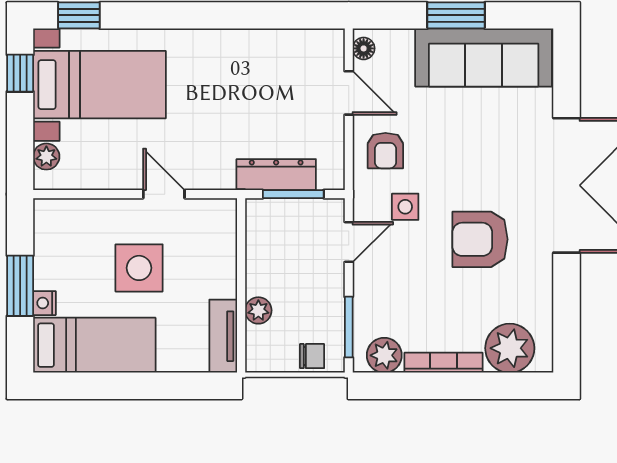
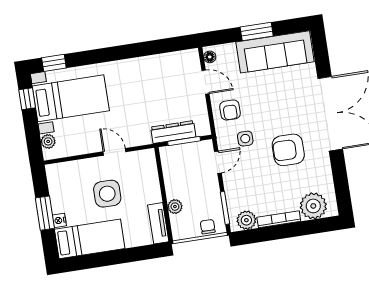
chair: (312, 356) -> (208, 227), turned -90

